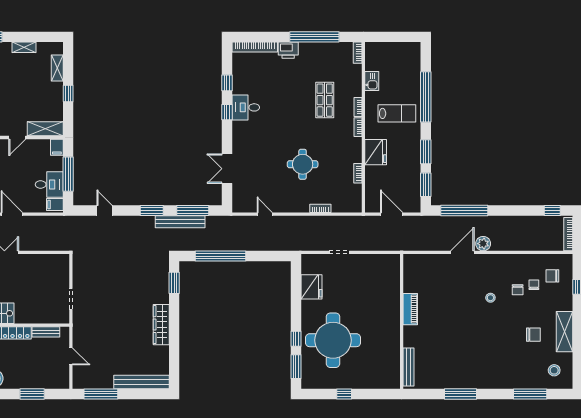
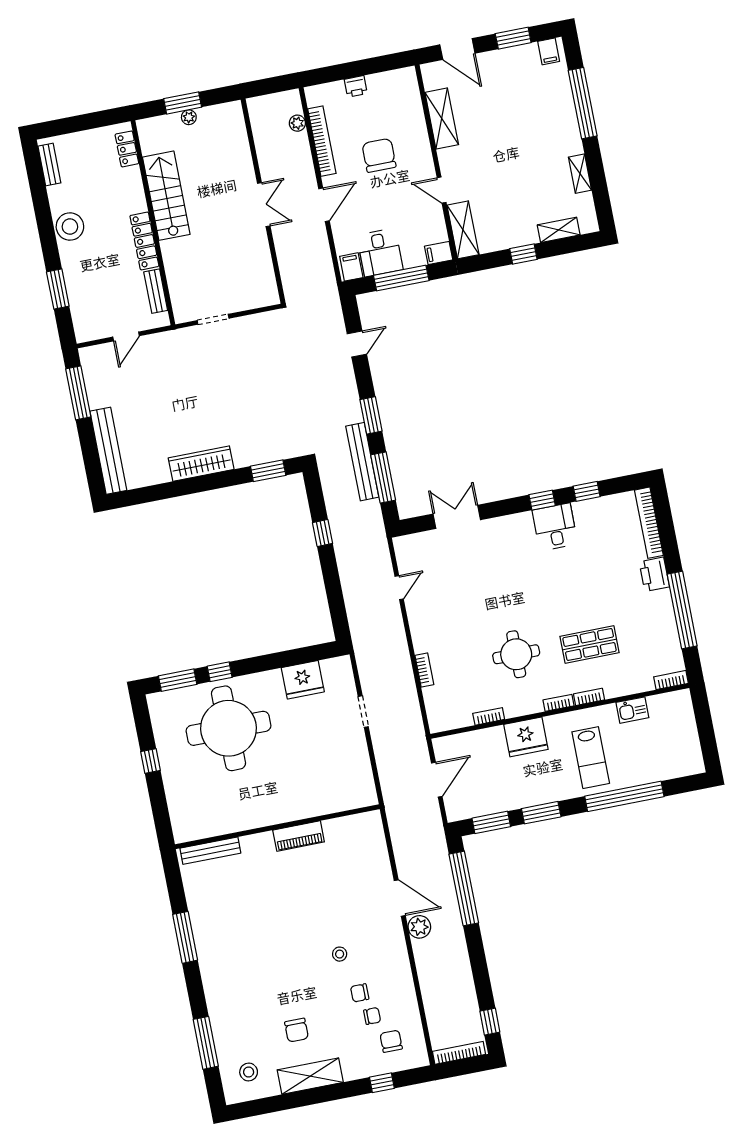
round table: (303, 164) -> (516, 654), moved
window: (220, 256) -> (323, 533), width x0.32

